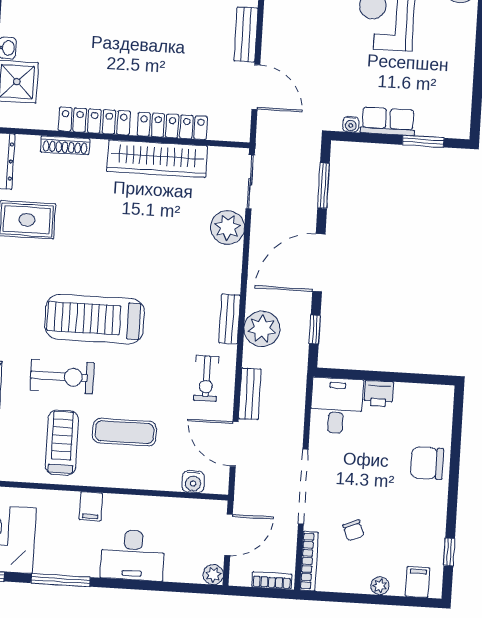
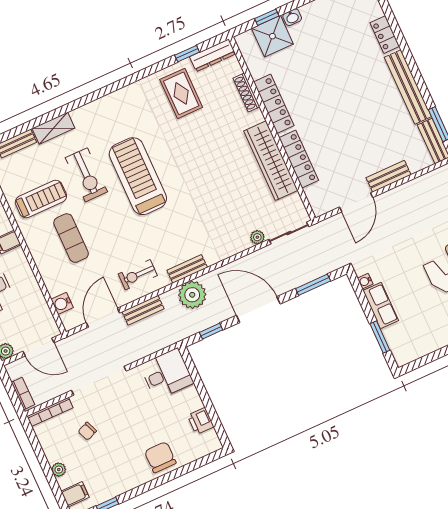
plant: (228, 227) -> (257, 237), width x0.53, depth x0.53
printer: (379, 394) -> (201, 421), moved

